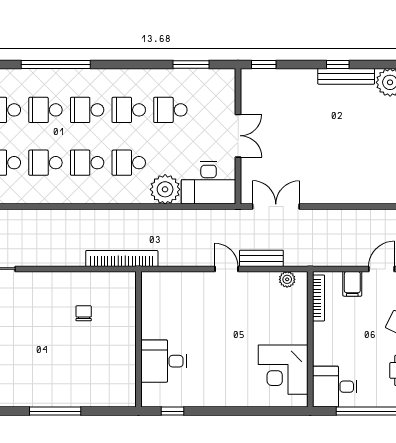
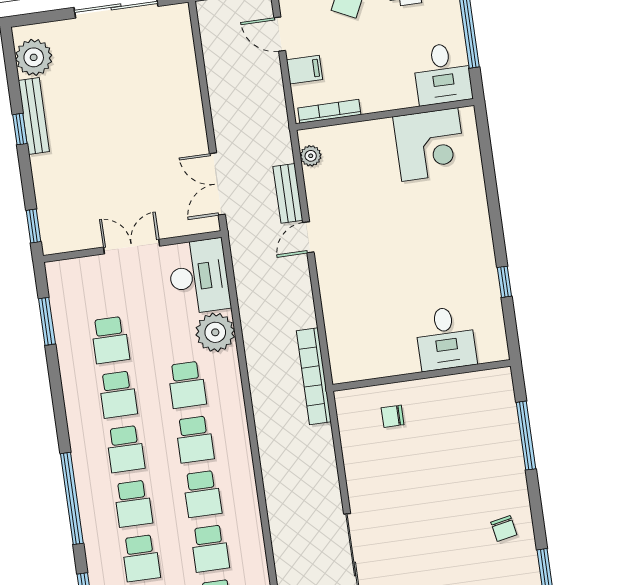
wall: (138, 339) -> (422, 375), moved
desk: (164, 361) -> (446, 338), moved

